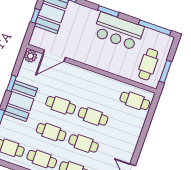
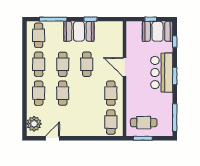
bar counter: (118, 31) -> (162, 73), moved
plant: (31, 56) -> (117, 27), removed
door: (54, 56) -> (124, 67), moved
cafe table: (93, 116) -> (111, 93), moved

